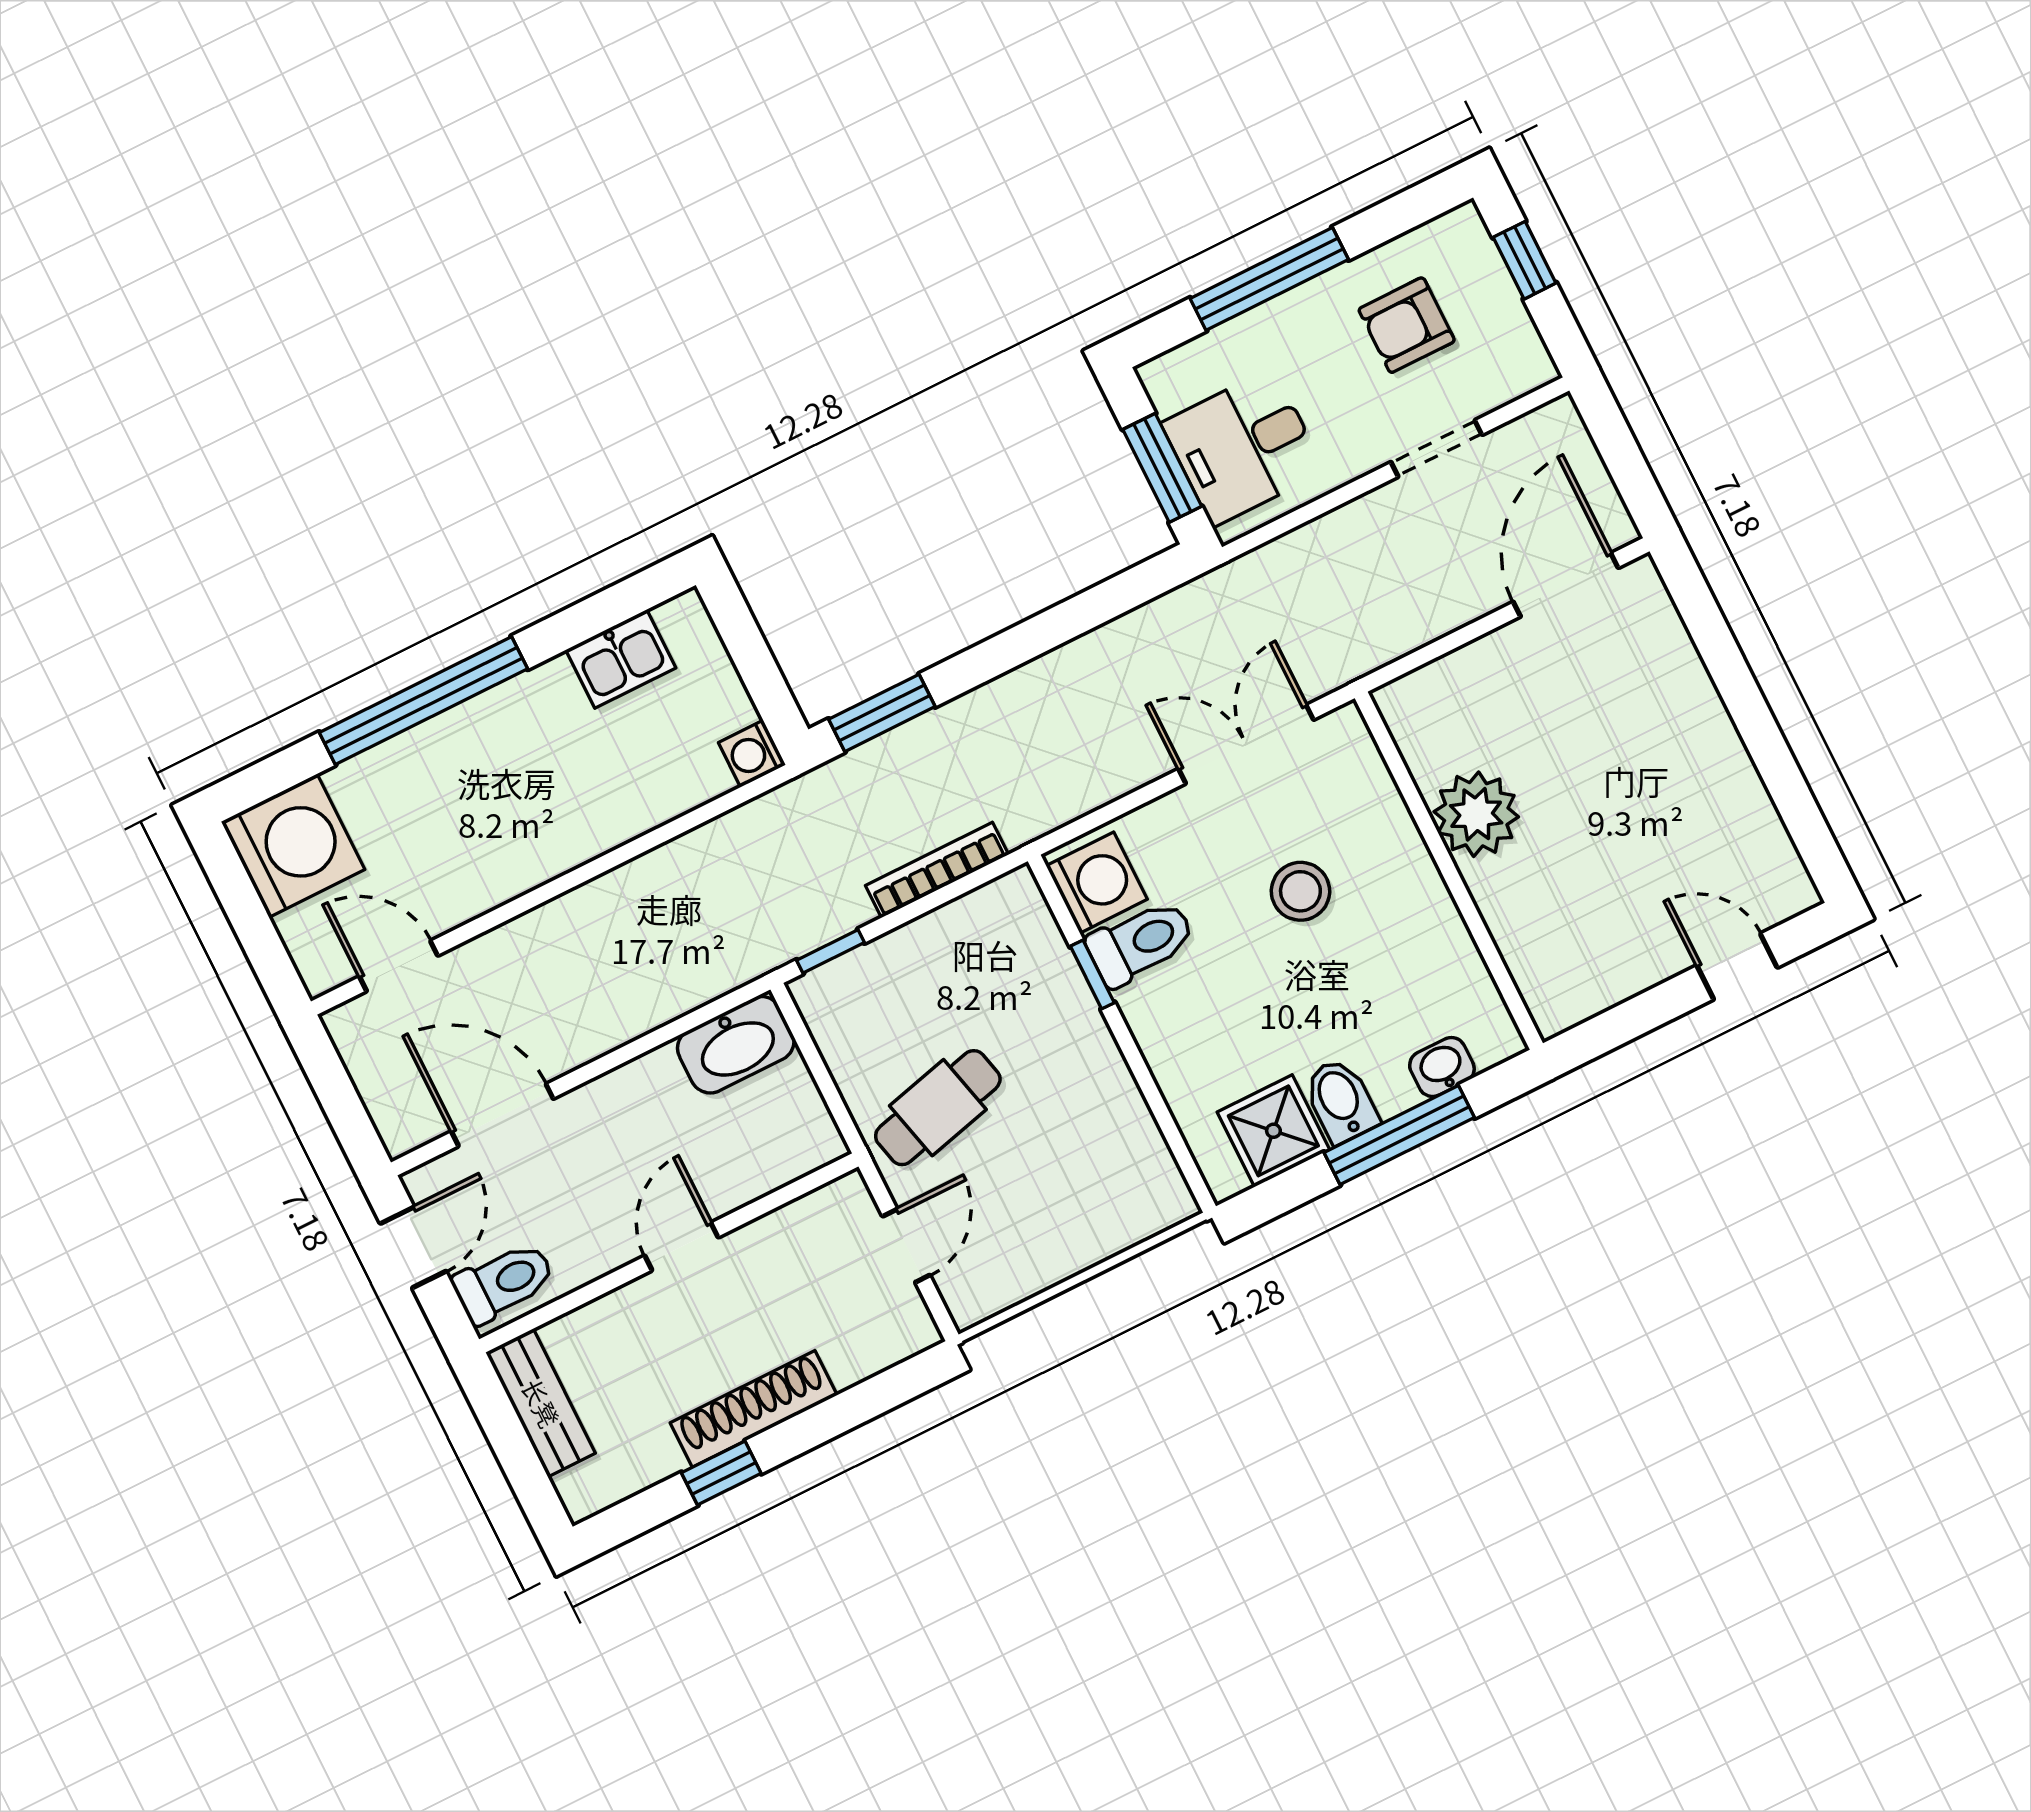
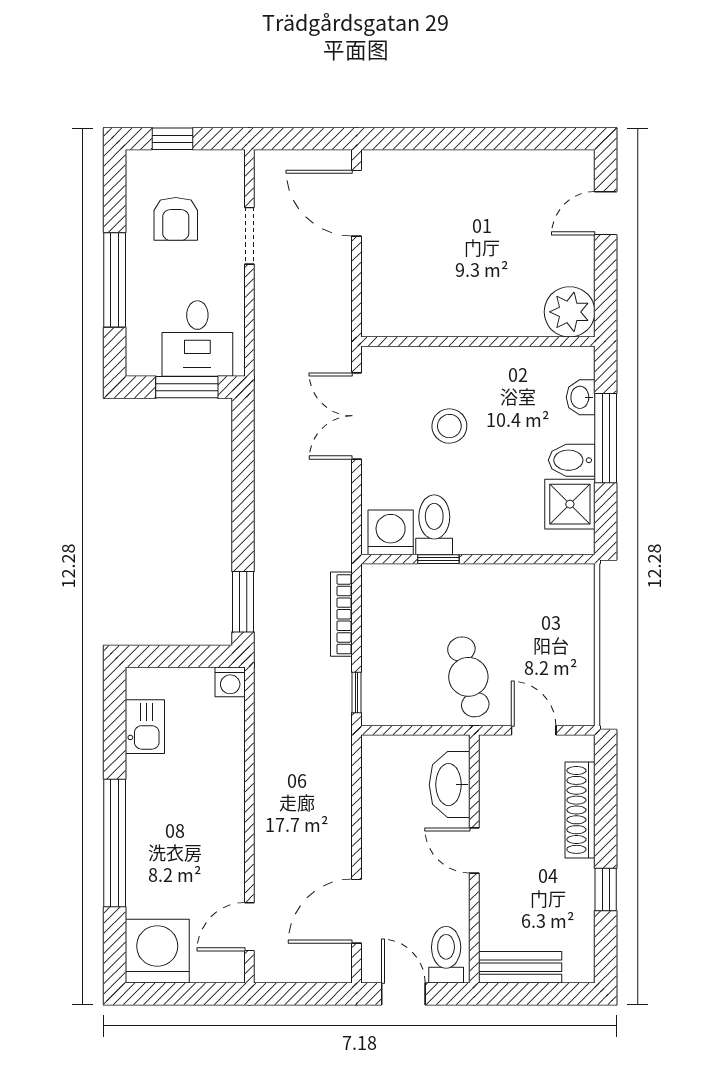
plant: (1476, 814) -> (570, 312), moved
washbasin: (736, 1045) -> (450, 785), moved, turned 180
shoe rack: (754, 1409) -> (580, 810), moved

